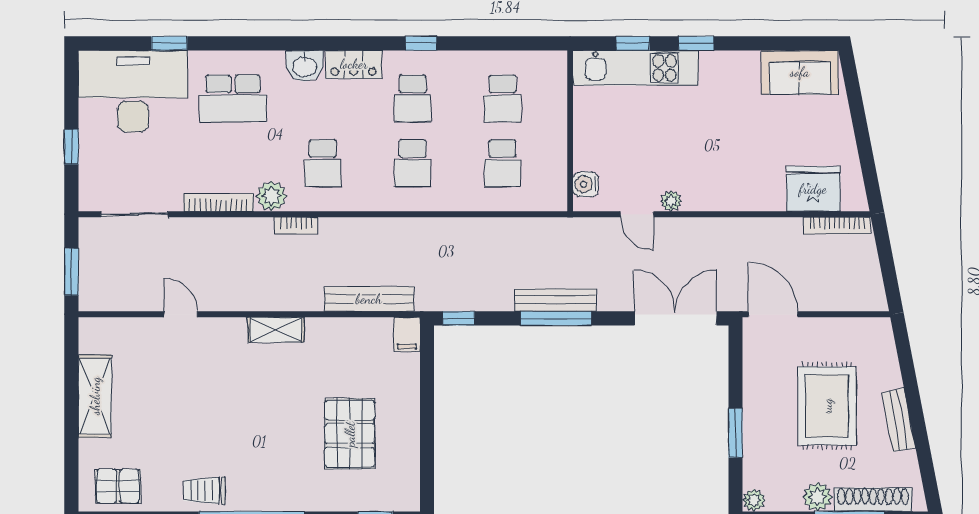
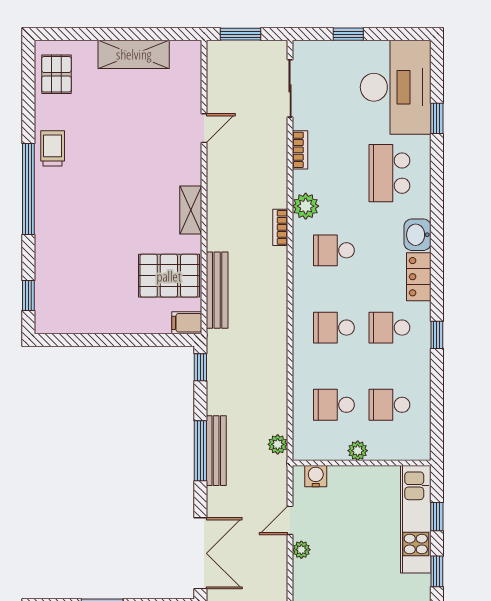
plant: (556, 136) -> (358, 451), added
bookcase: (218, 203) -> (300, 150), width x0.64
plant: (549, 229) -> (278, 444), added
pallet: (350, 434) -> (169, 276), moved

